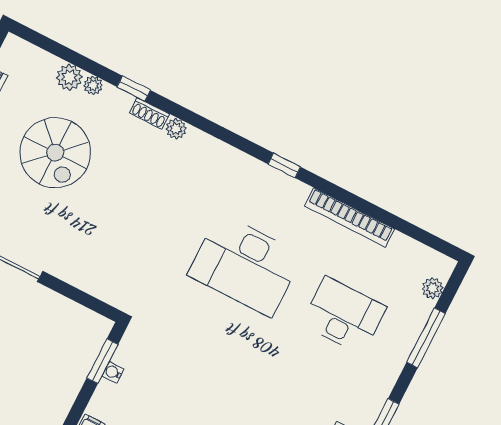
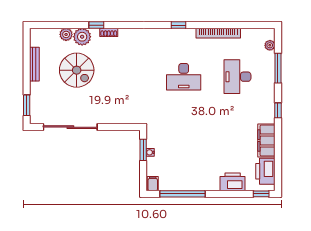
plant: (93, 85) -> (82, 37), width x1.87, depth x1.87
plant: (176, 129) -> (124, 33), removed
desk: (245, 265) -> (184, 77), width x0.73, depth x0.77
desk: (344, 315) -> (237, 77), turned -90

